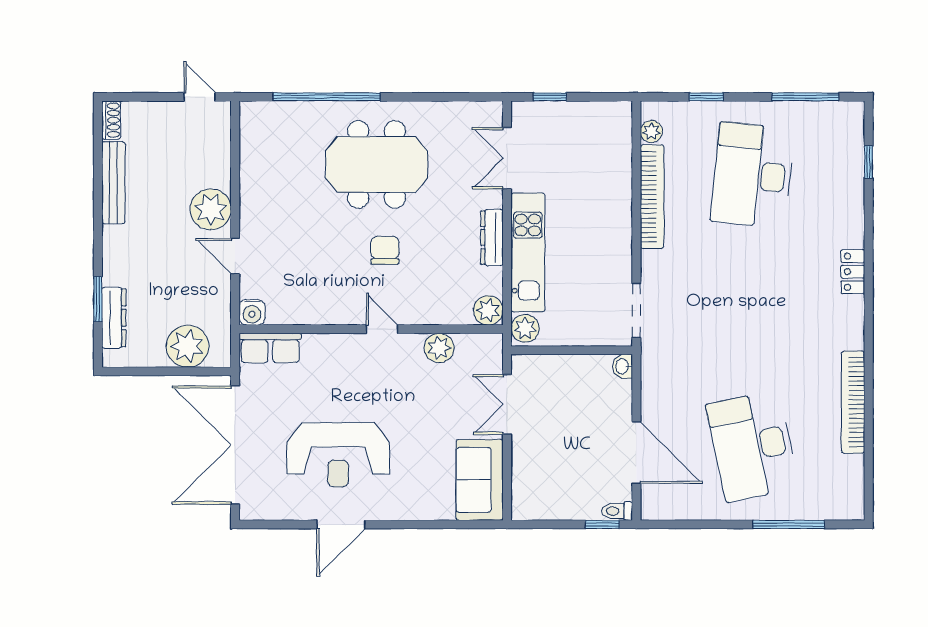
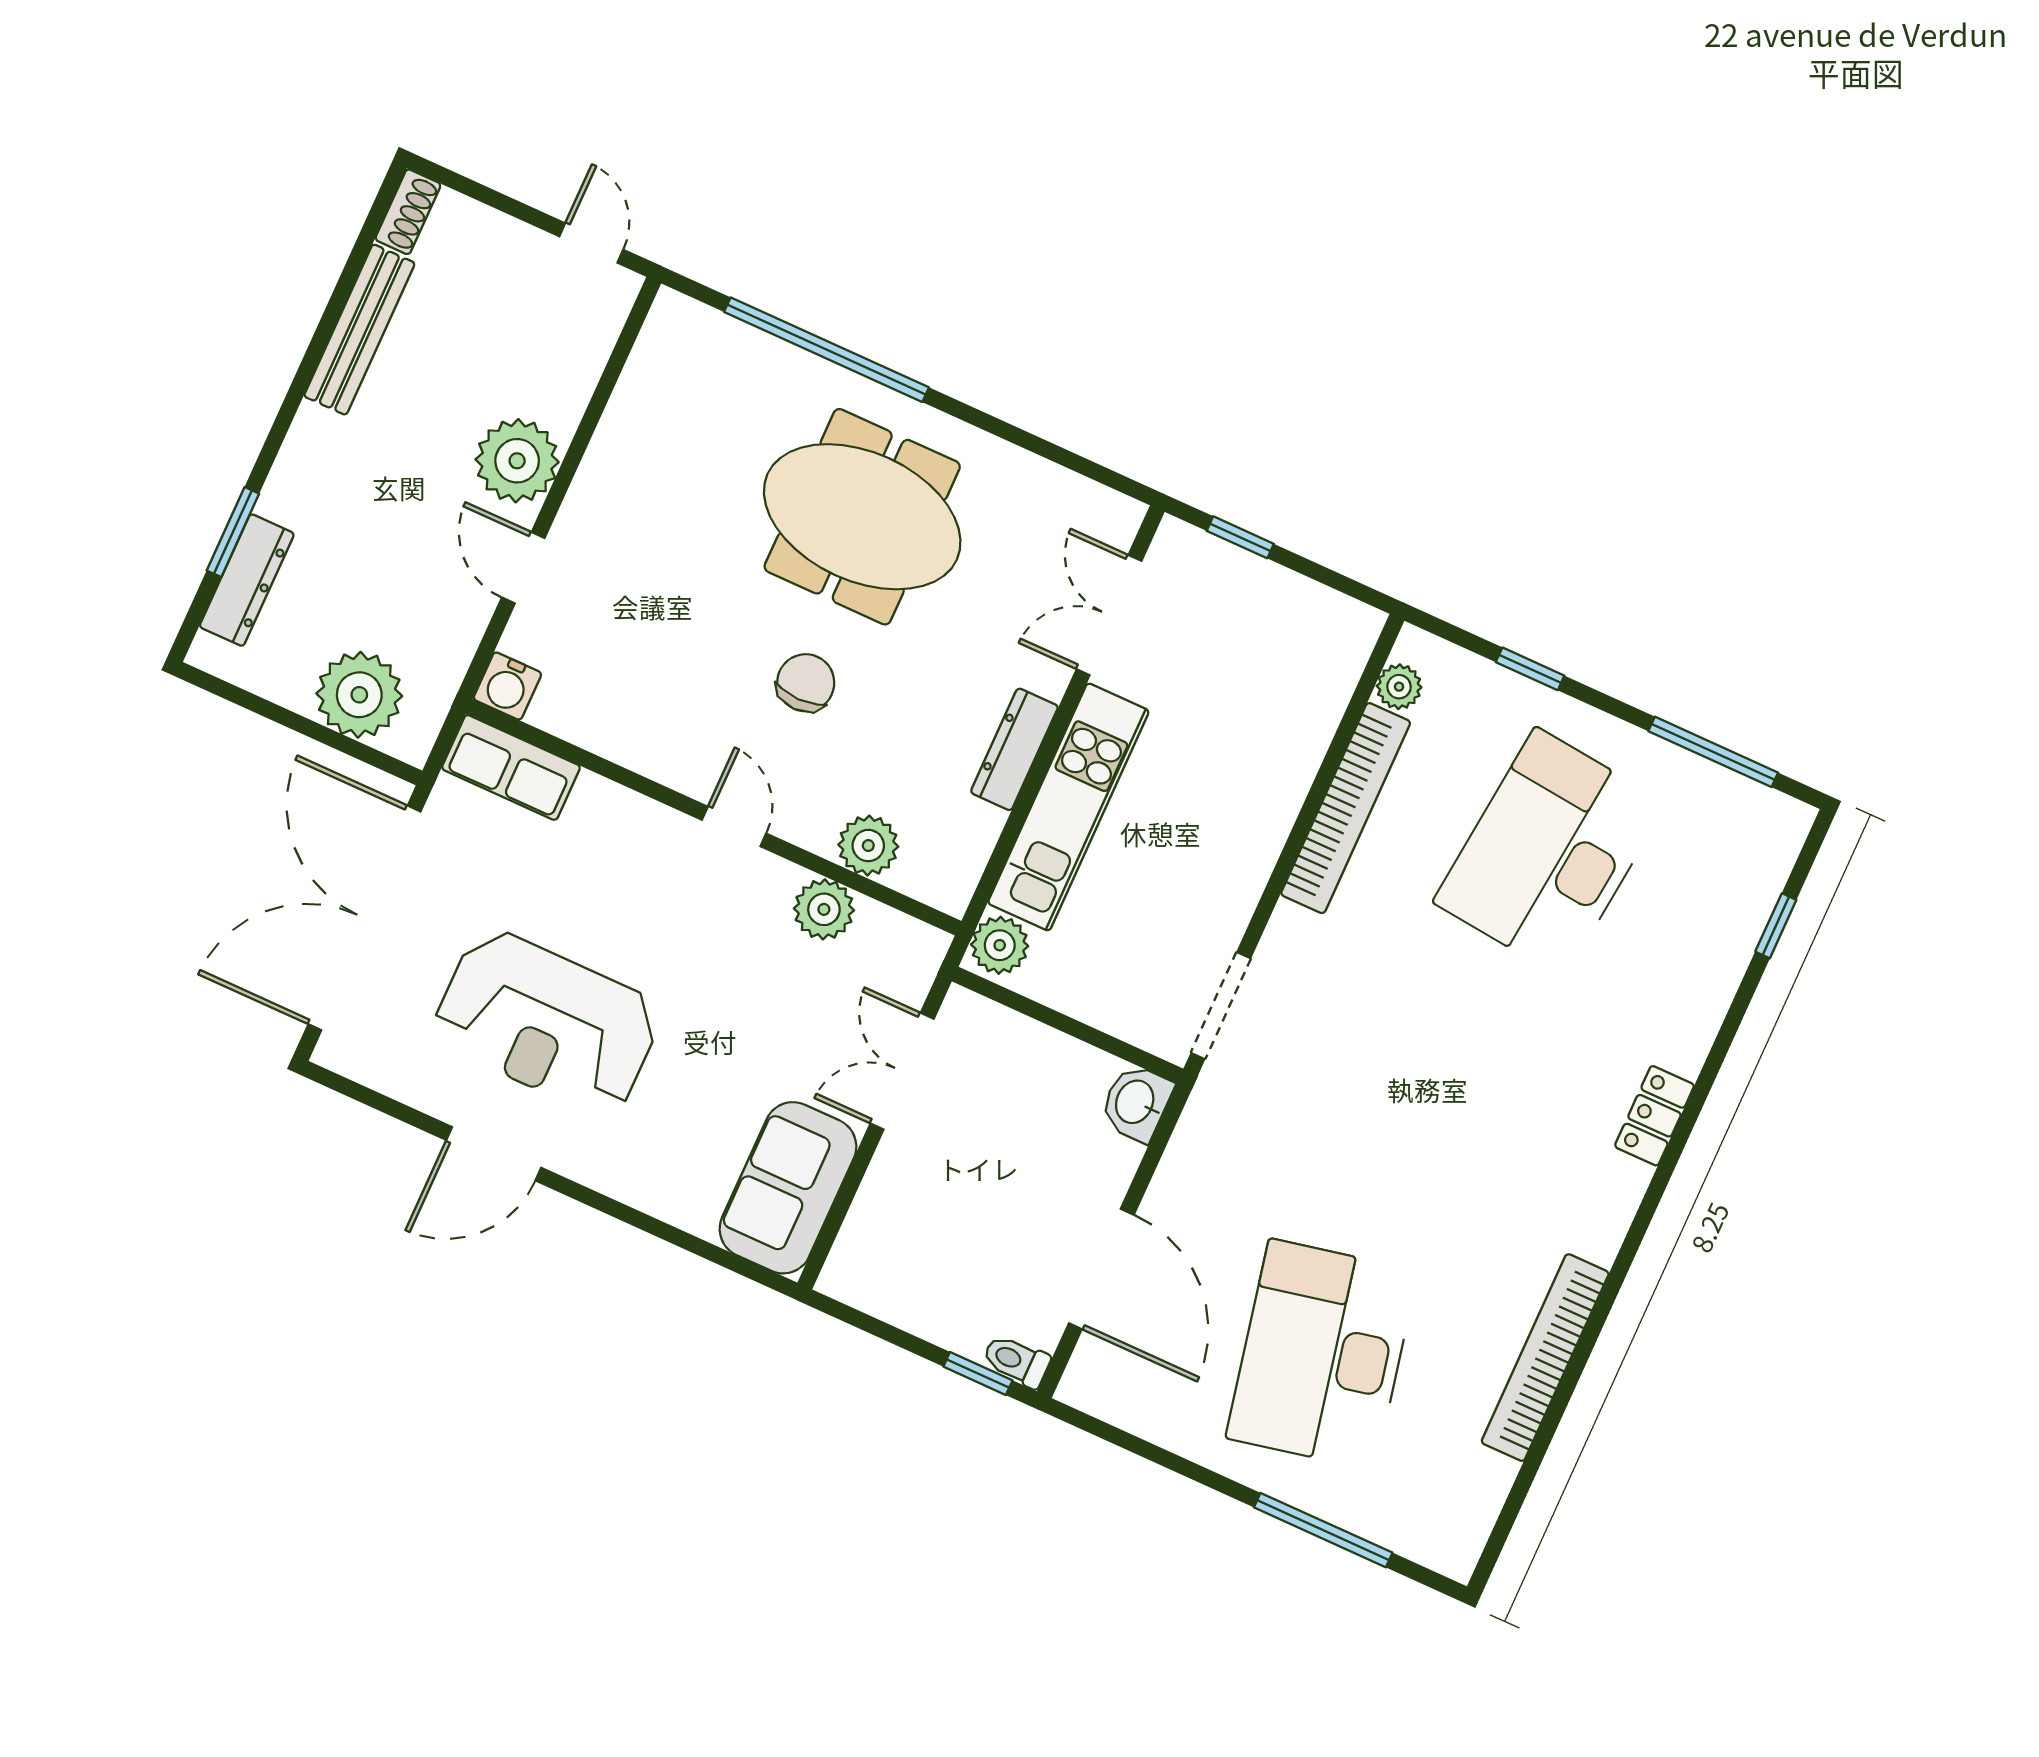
plant: (488, 310) -> (868, 846), moved
washbasin: (623, 366) -> (1136, 1103), width x1.38, depth x1.45

